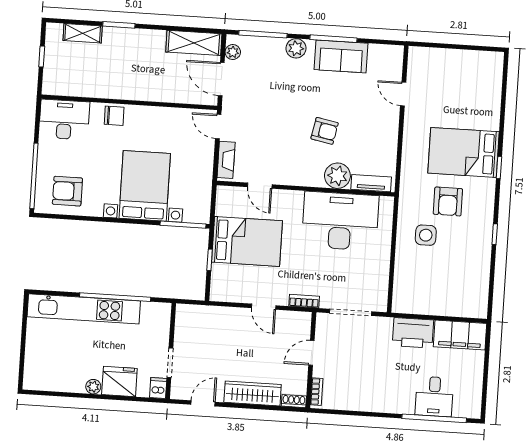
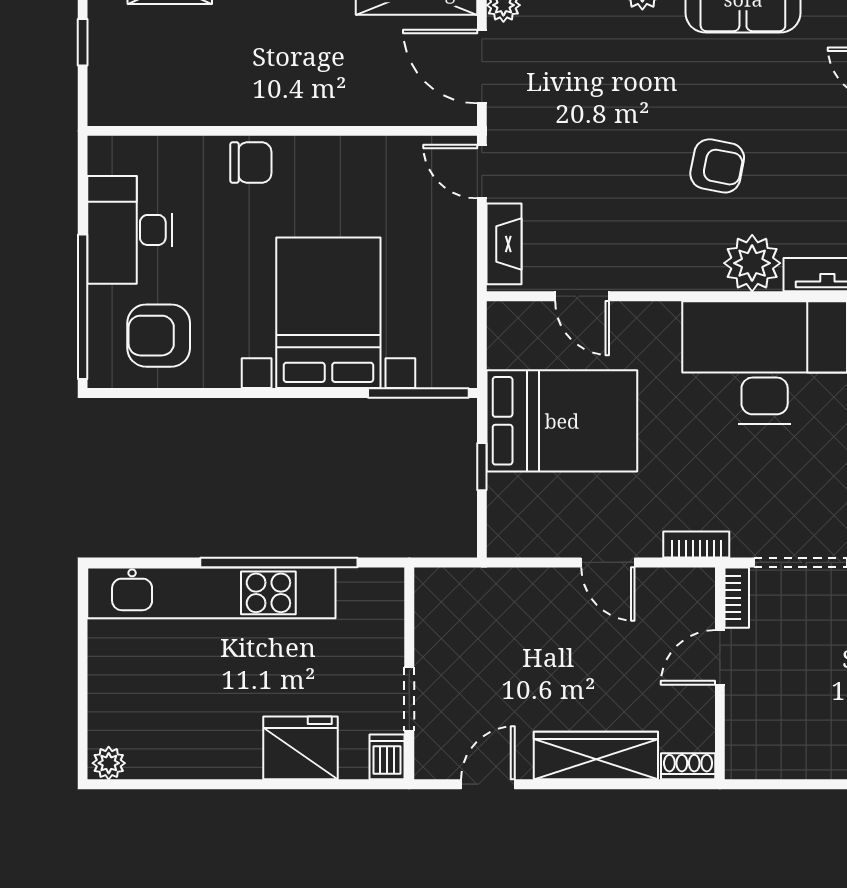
desk: (64, 120) -> (130, 230), moved, turned -90
plant: (93, 387) -> (109, 763), moved
bookcase: (317, 392) -> (737, 598), moved

